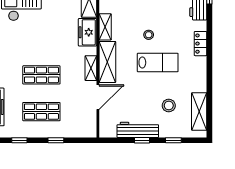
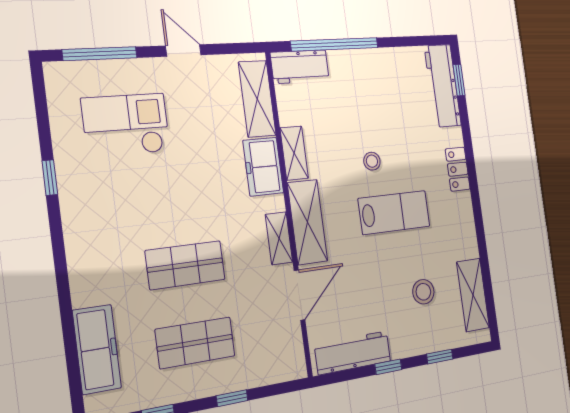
workbench: (138, 130) -> (353, 353), moved

